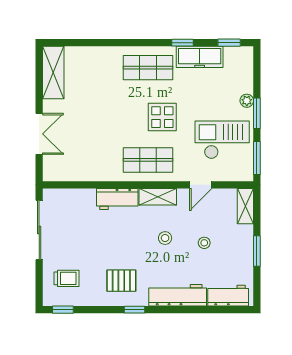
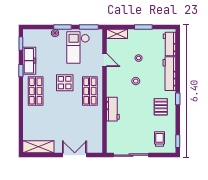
shelving: (158, 197) -> (111, 85), removed

